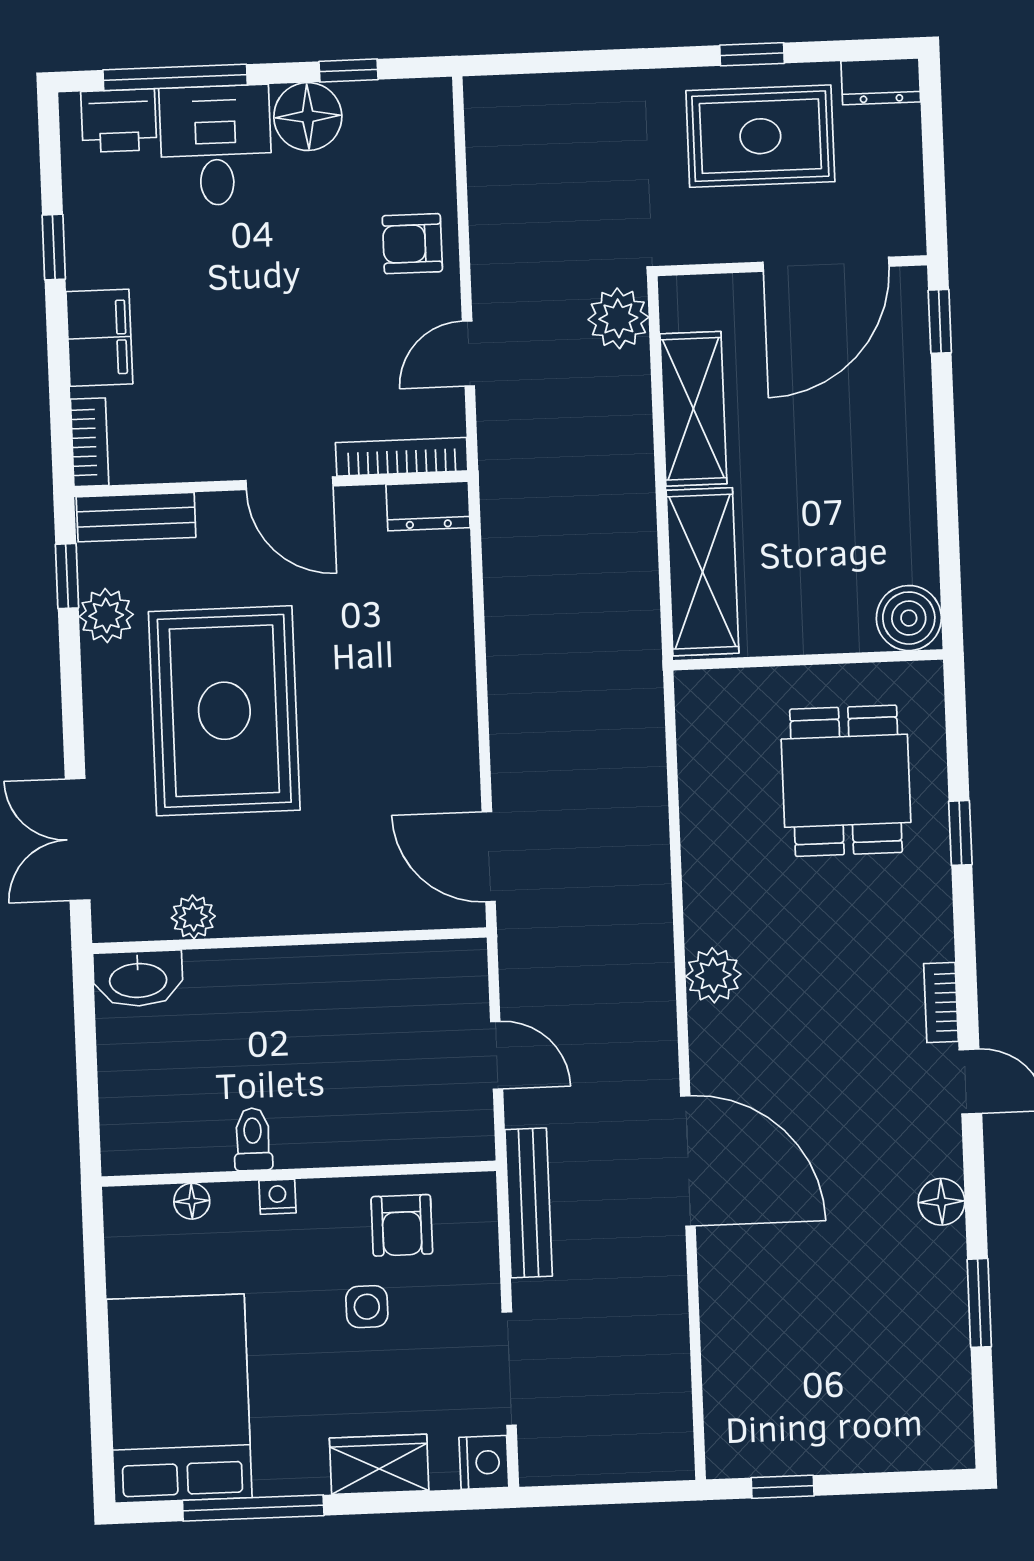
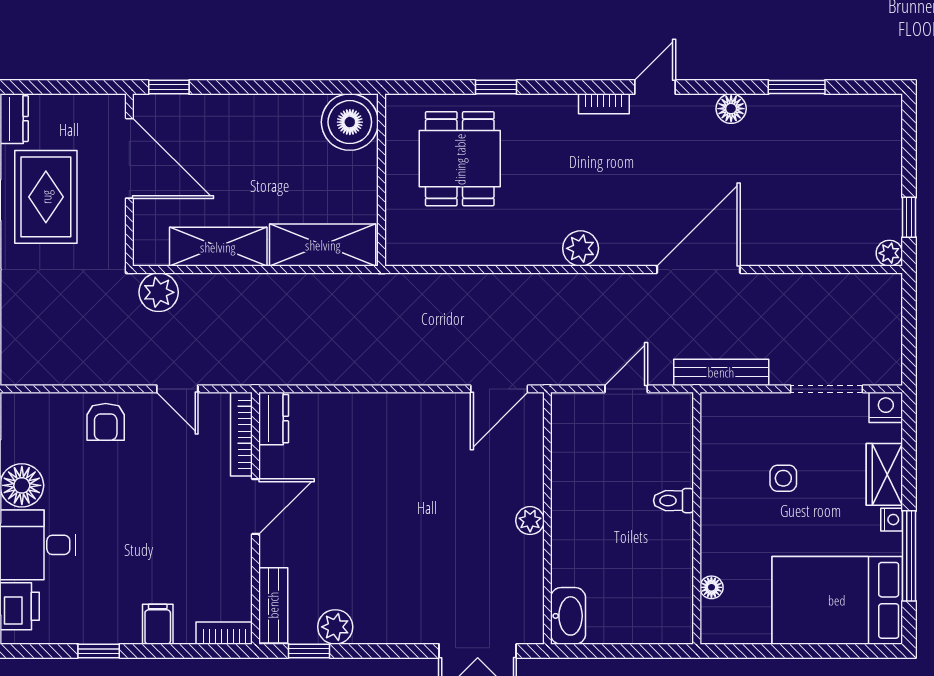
filing cabinet: (99, 338) -> (158, 624), width x0.50
boiler: (909, 618) -> (350, 122), width x1.37, depth x1.37
rug: (224, 711) -> (399, 554), removed
dining table: (846, 781) -> (460, 159), turned 90
plant: (193, 917) -> (530, 521), moved
toilet: (253, 1139) -> (674, 501), moved
nightstand: (278, 1197) -> (892, 520), moved, turned 180
armchair: (402, 1225) -> (732, 454), removed
plant: (725, 1458) -> (889, 253), added

